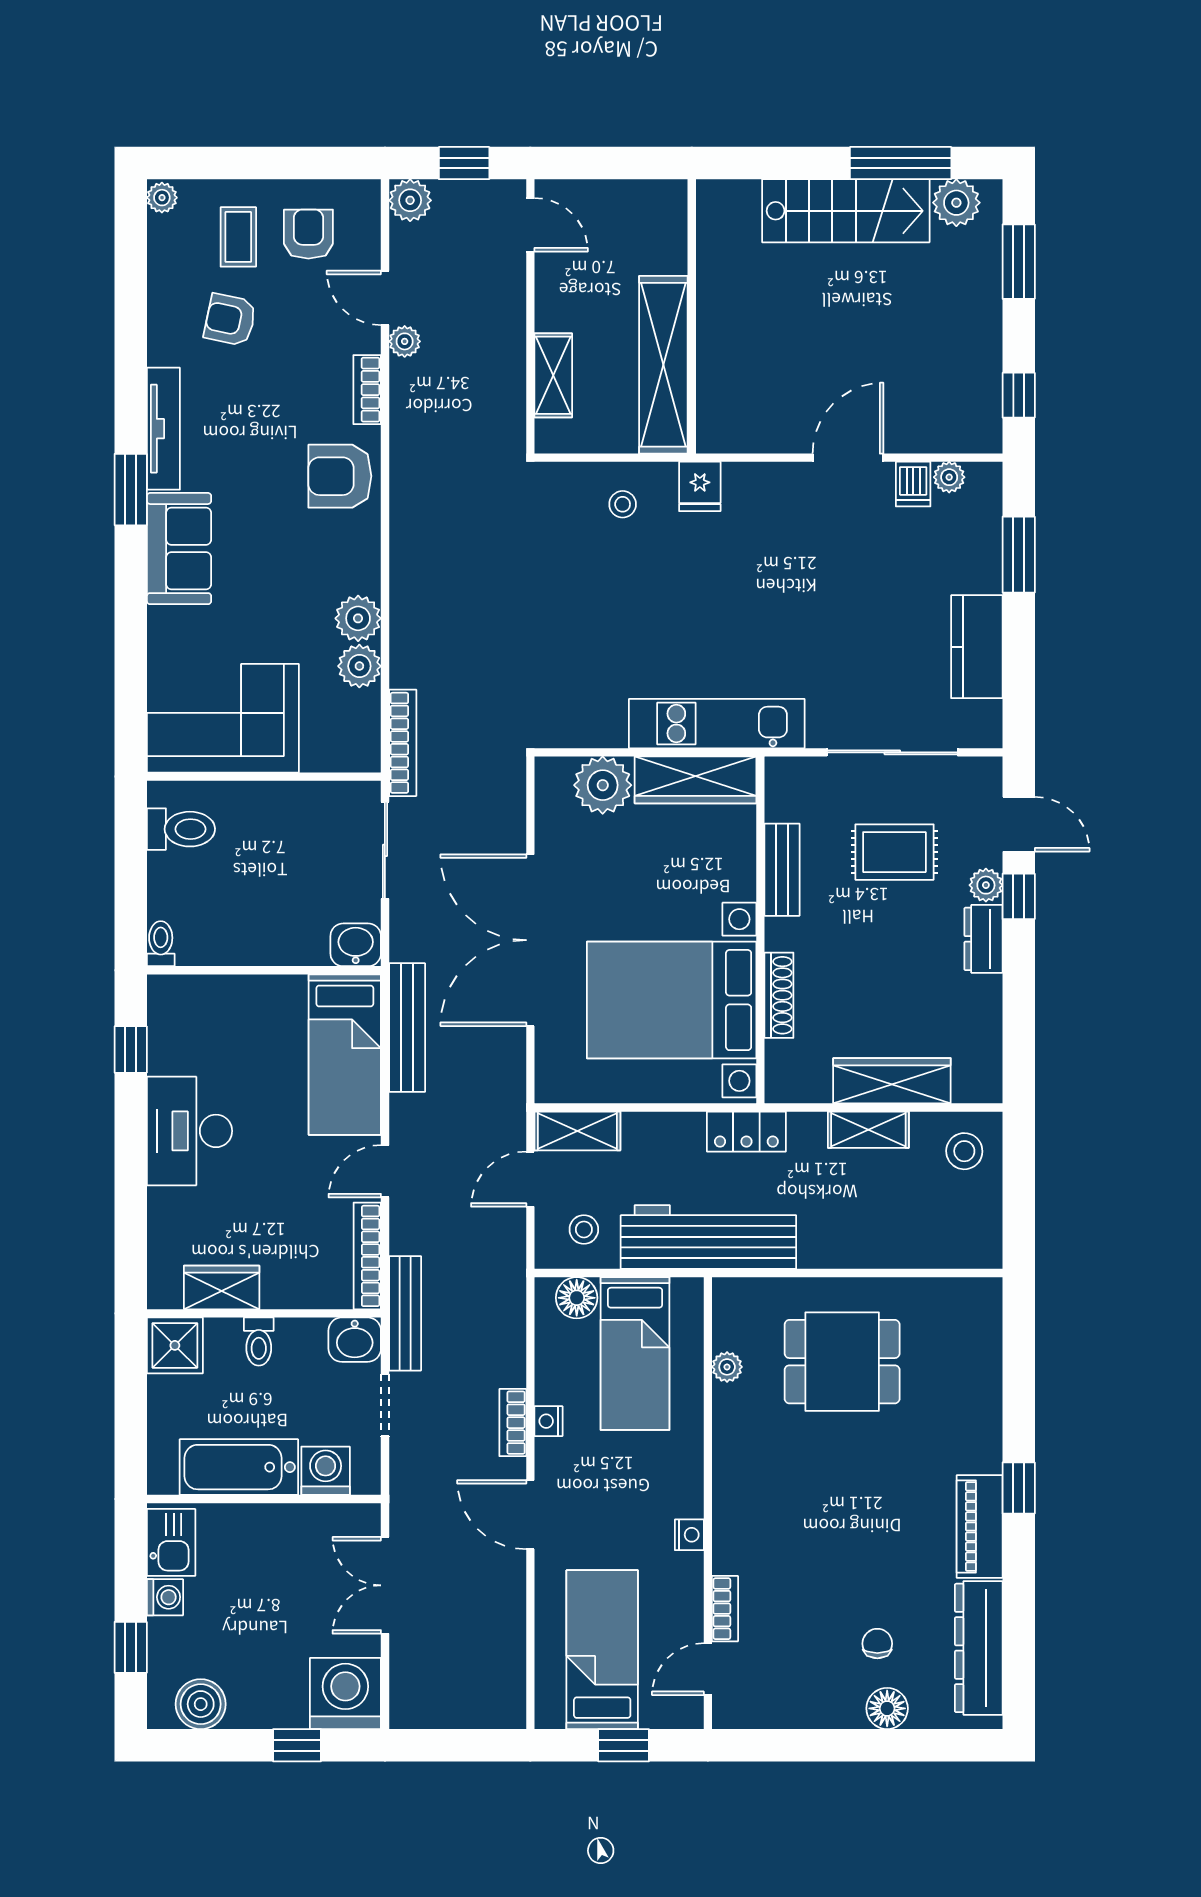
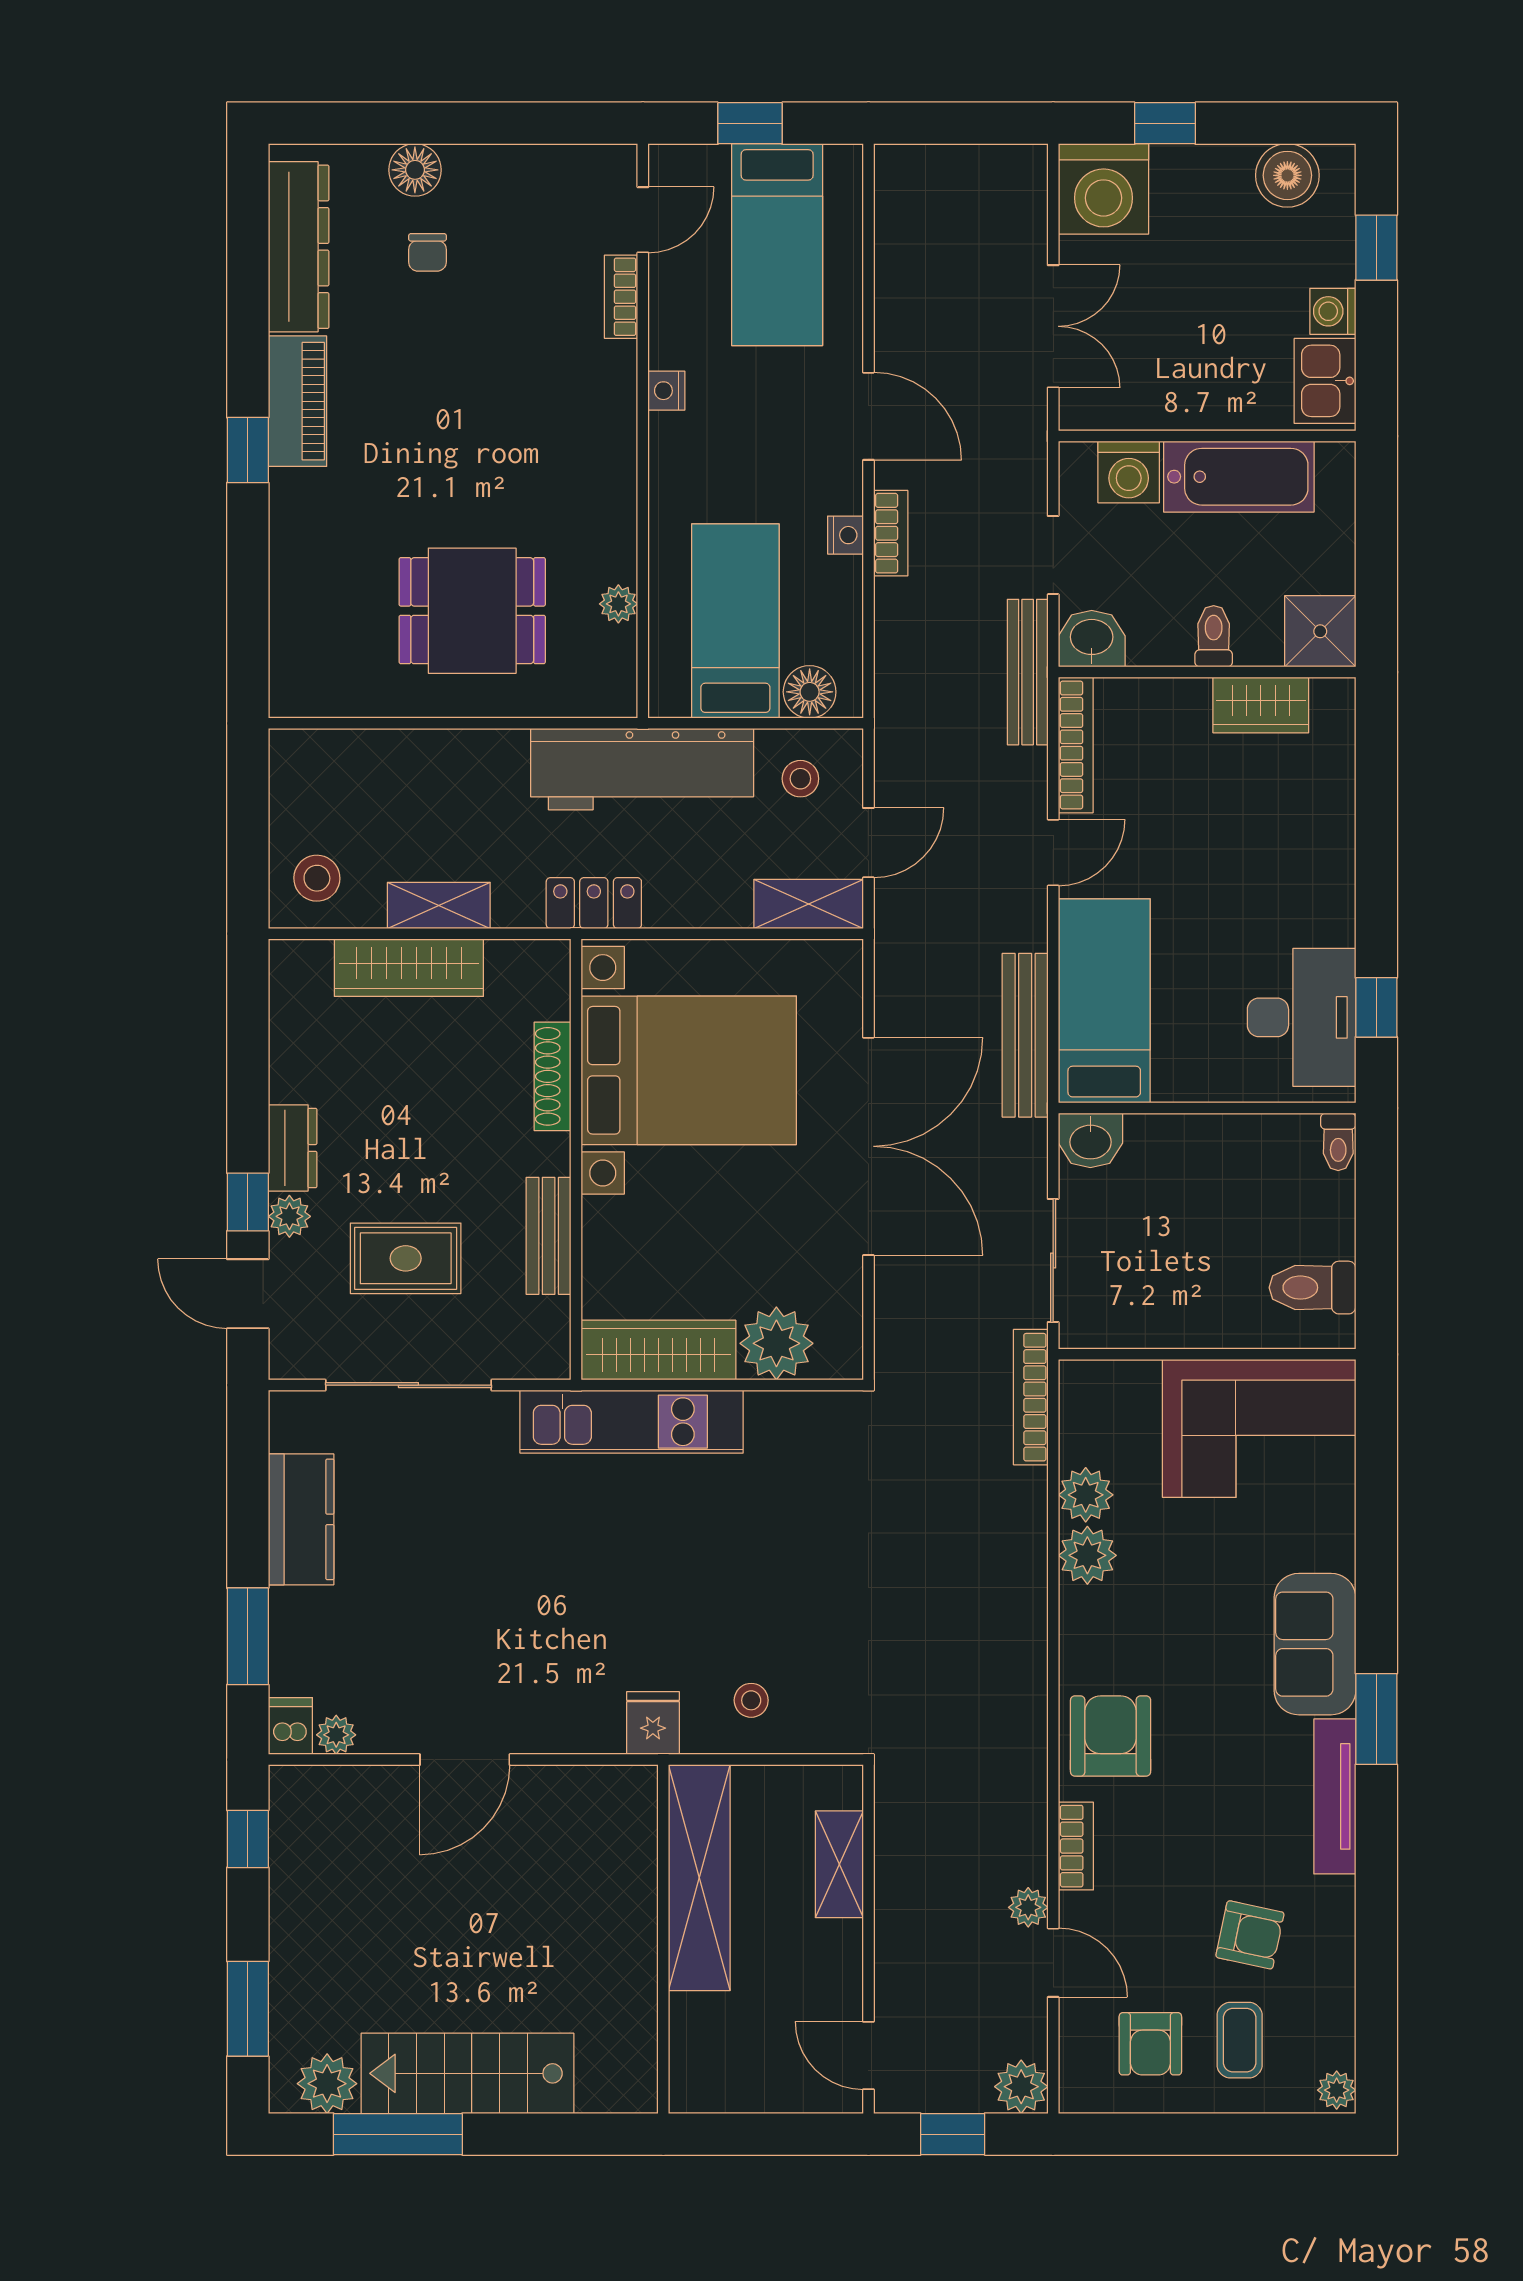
armchair: (340, 476) -> (1111, 1736), turned -90
dishwasher: (913, 484) -> (290, 1726), moved
desk: (190, 1131) -> (1302, 1017), moved

